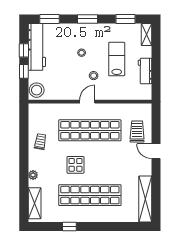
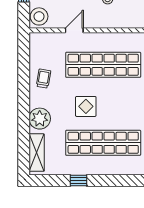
door: (87, 102) -> (74, 30), moved
plant: (33, 175) -> (40, 119), width x1.88, depth x1.88

